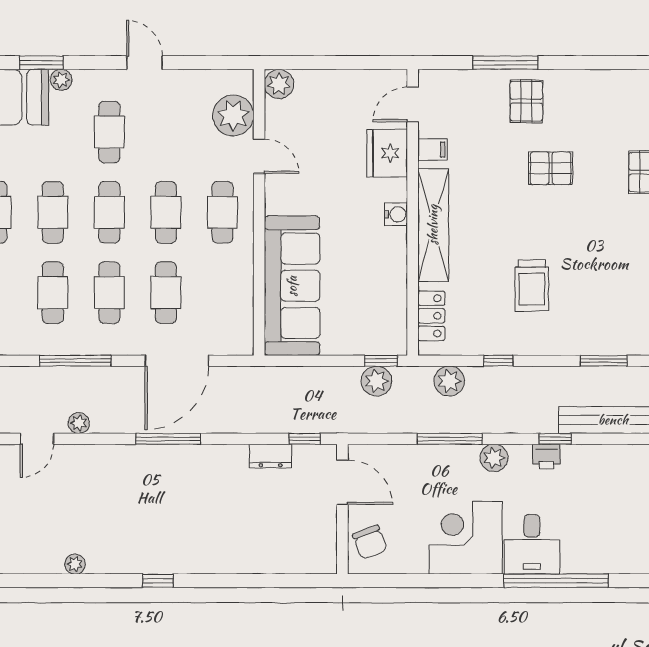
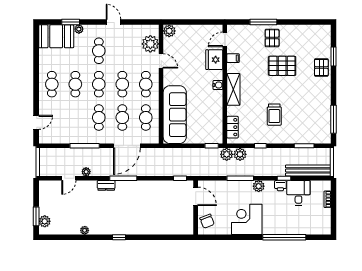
pallet: (551, 168) -> (282, 66), width x1.50, depth x1.42
shelving: (433, 225) -> (233, 89), width x0.68
cafe table: (53, 293) -> (146, 118), moved
plant: (376, 381) -> (227, 154), moved
dresser: (271, 456) -> (106, 185), moved
desk: (532, 544) -> (298, 193), moved, turned 180

